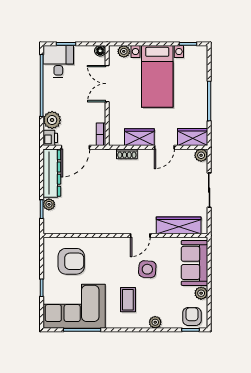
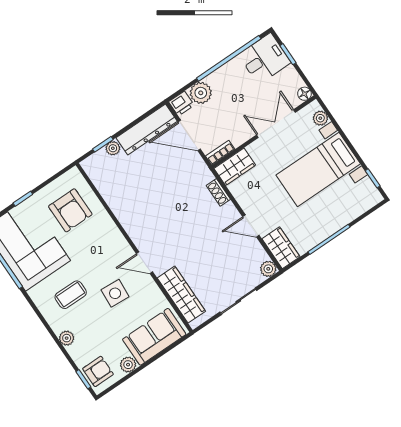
wardrobe: (139, 137) -> (235, 167), moved, turned 90

